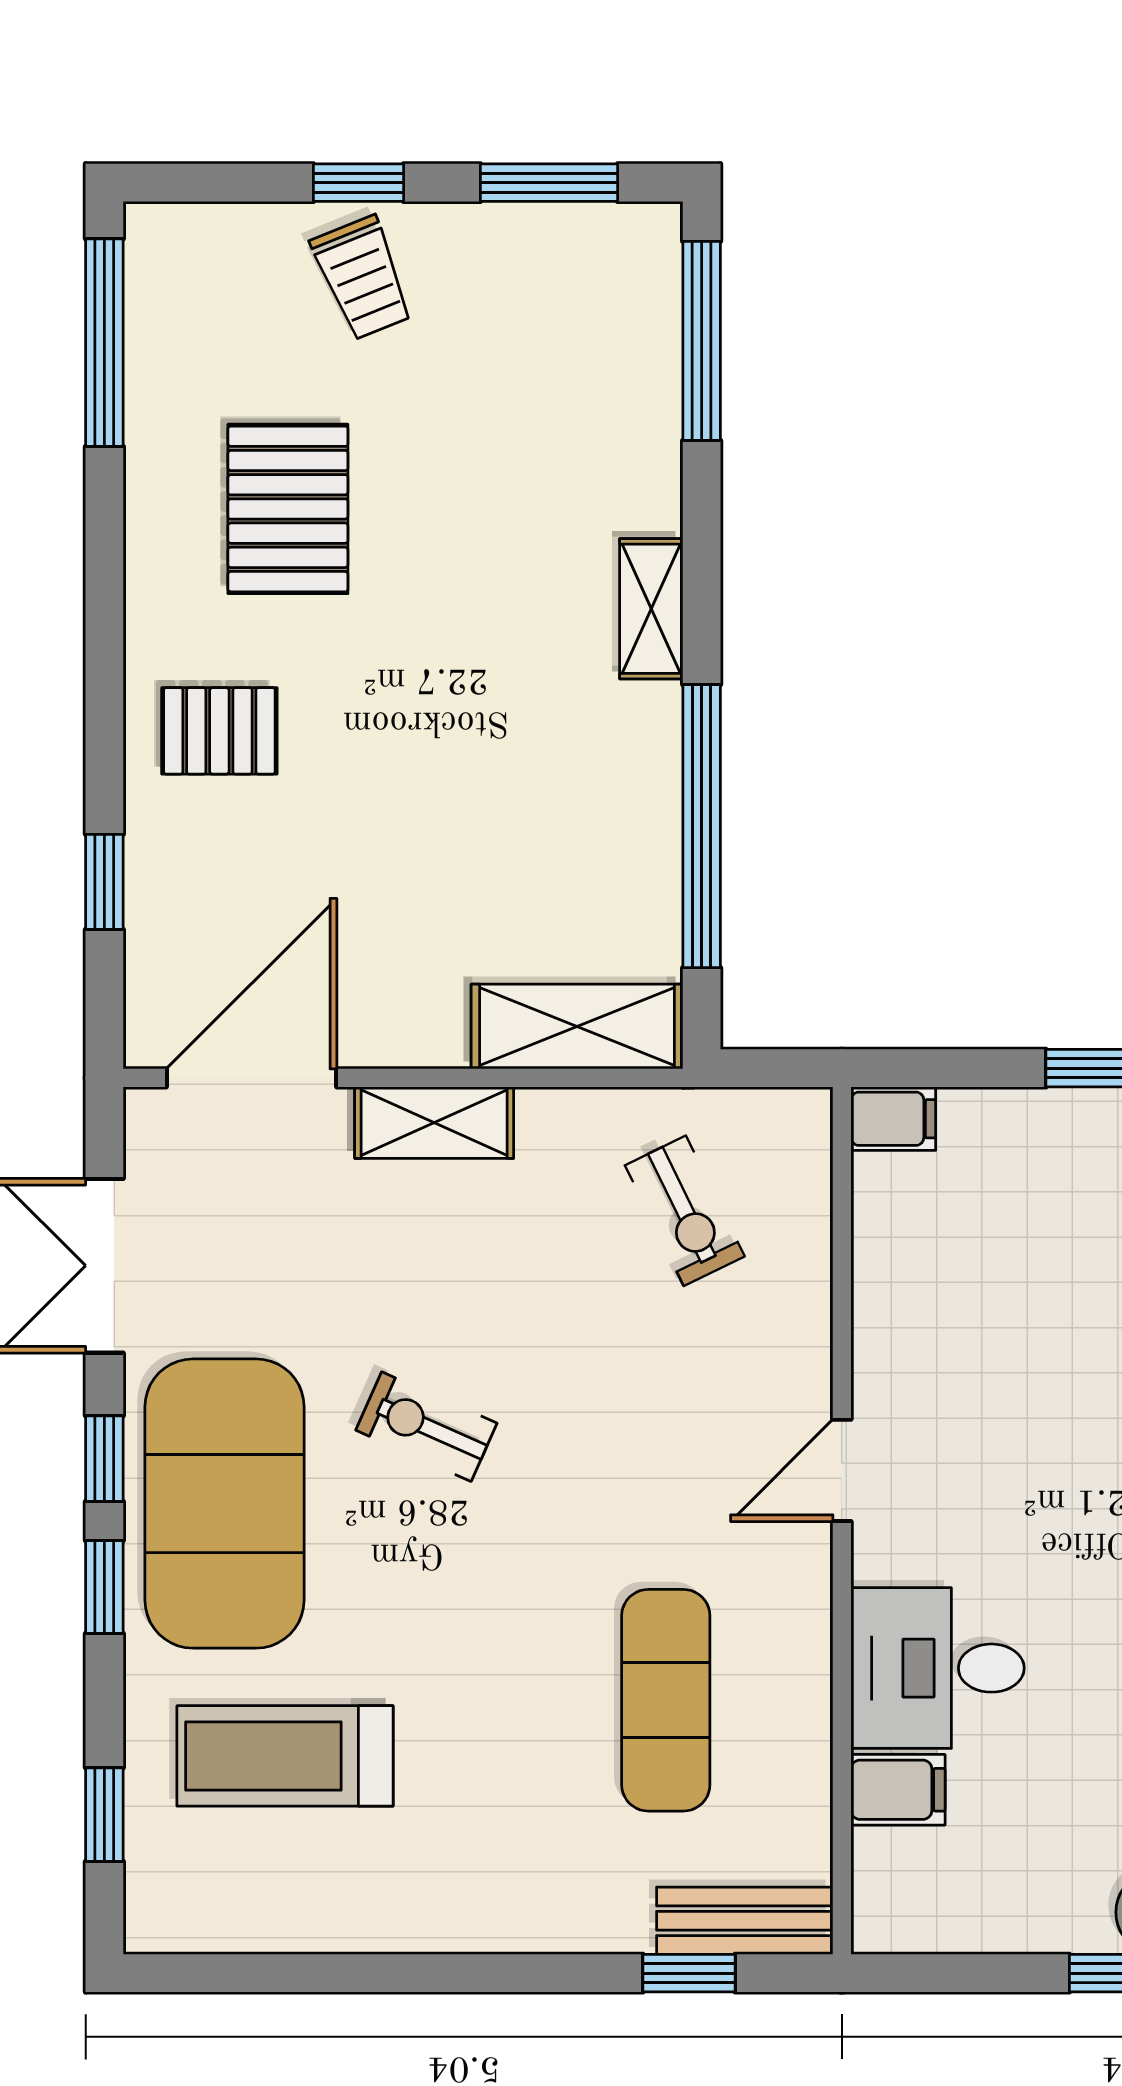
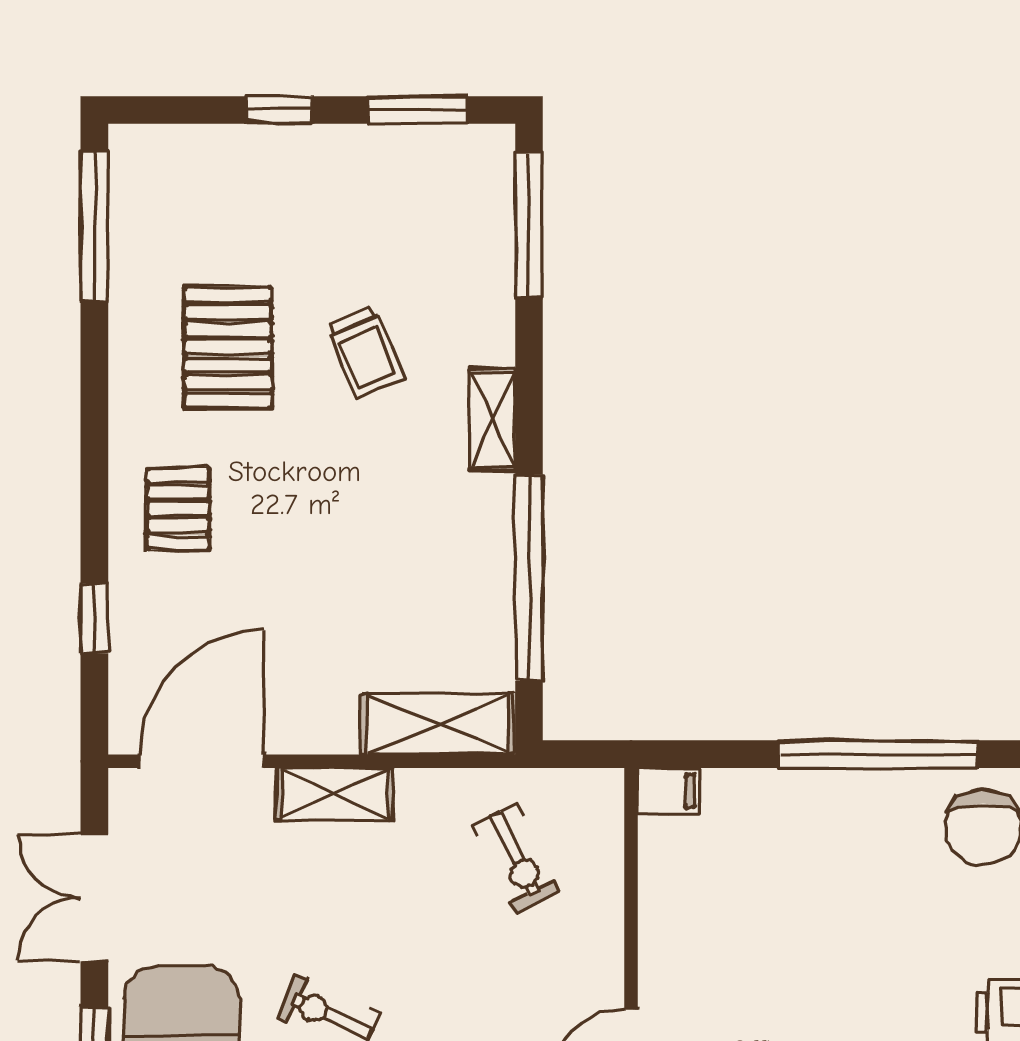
trolley: (362, 278) -> (365, 352), moved
pallet: (219, 731) -> (178, 509), turned 90

